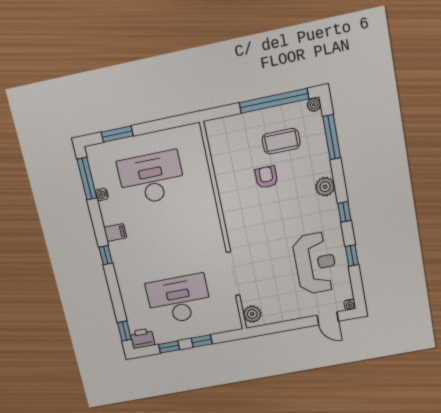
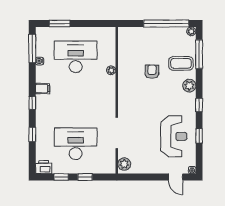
coffee table: (281, 141) -> (181, 63), moved
plant: (207, 187) -> (111, 70), added
window: (124, 331) -> (32, 134), moved

